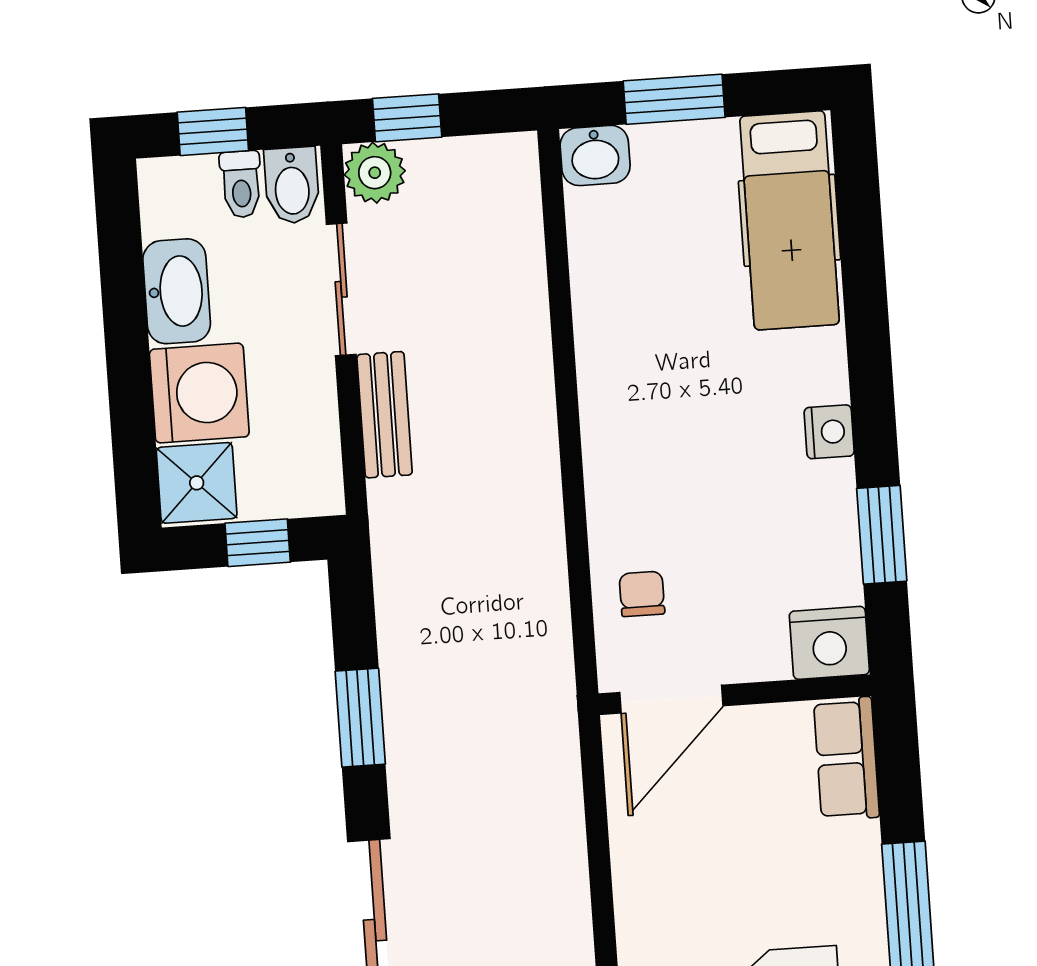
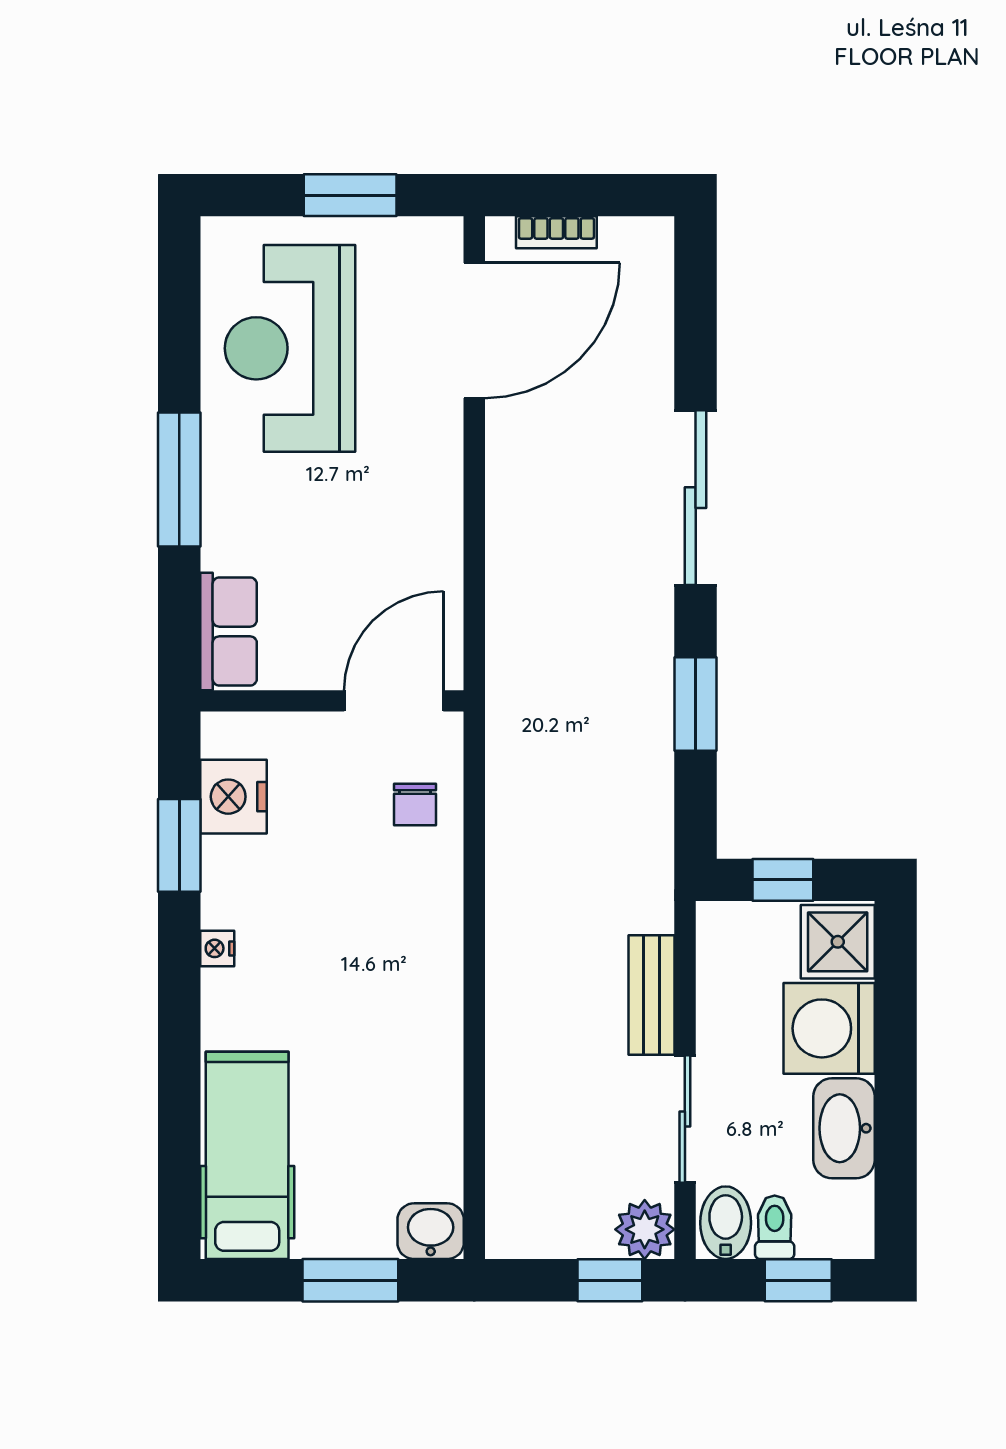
nightstand: (829, 432) -> (217, 948), width x0.72, depth x0.74
nightstand: (829, 643) -> (233, 797), moved, turned -90

